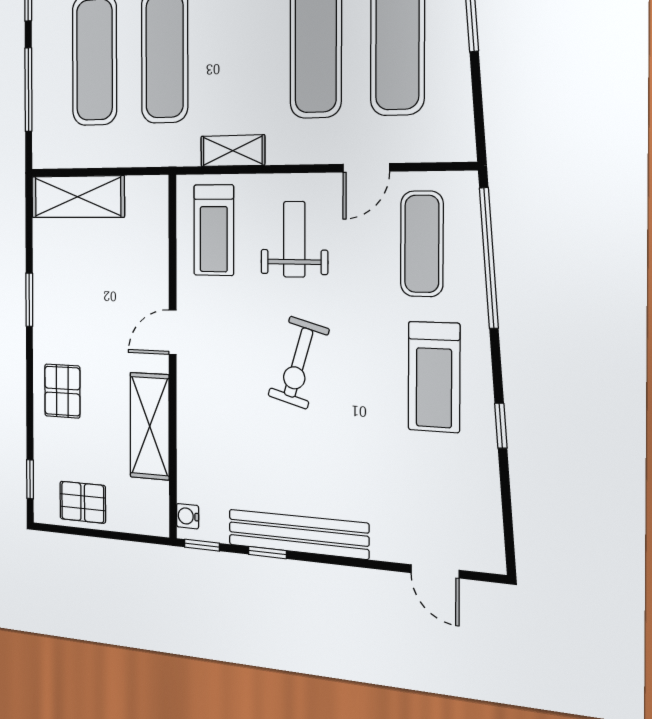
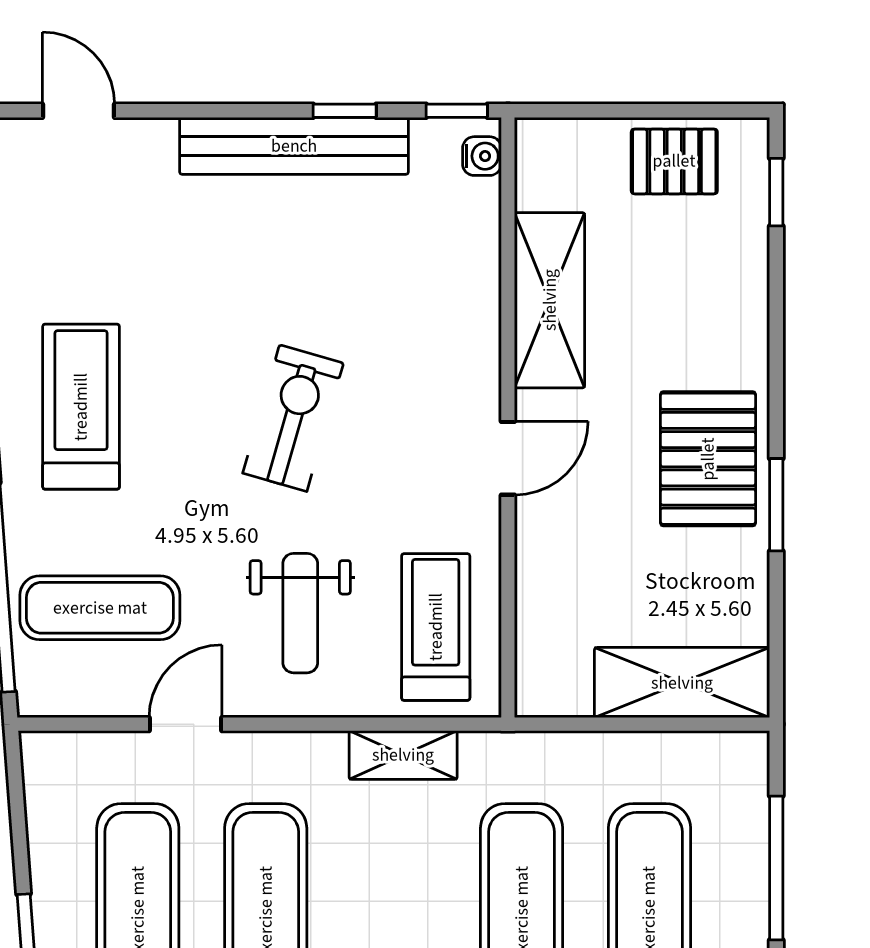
exercise mat: (422, 244) -> (100, 608), turned 90
pallet: (62, 391) -> (708, 459), moved, width x1.50, depth x1.42

